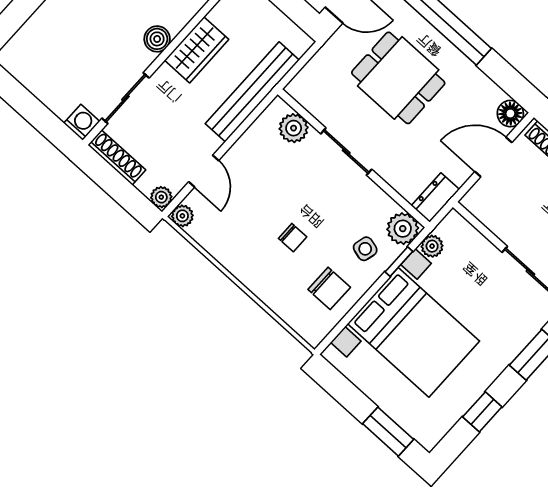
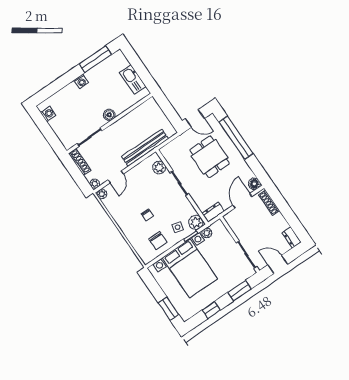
wardrobe: (197, 50) -> (125, 124), removed
washing machine: (82, 122) -> (48, 114), moved
door: (493, 157) -> (242, 201), hinge flipped

